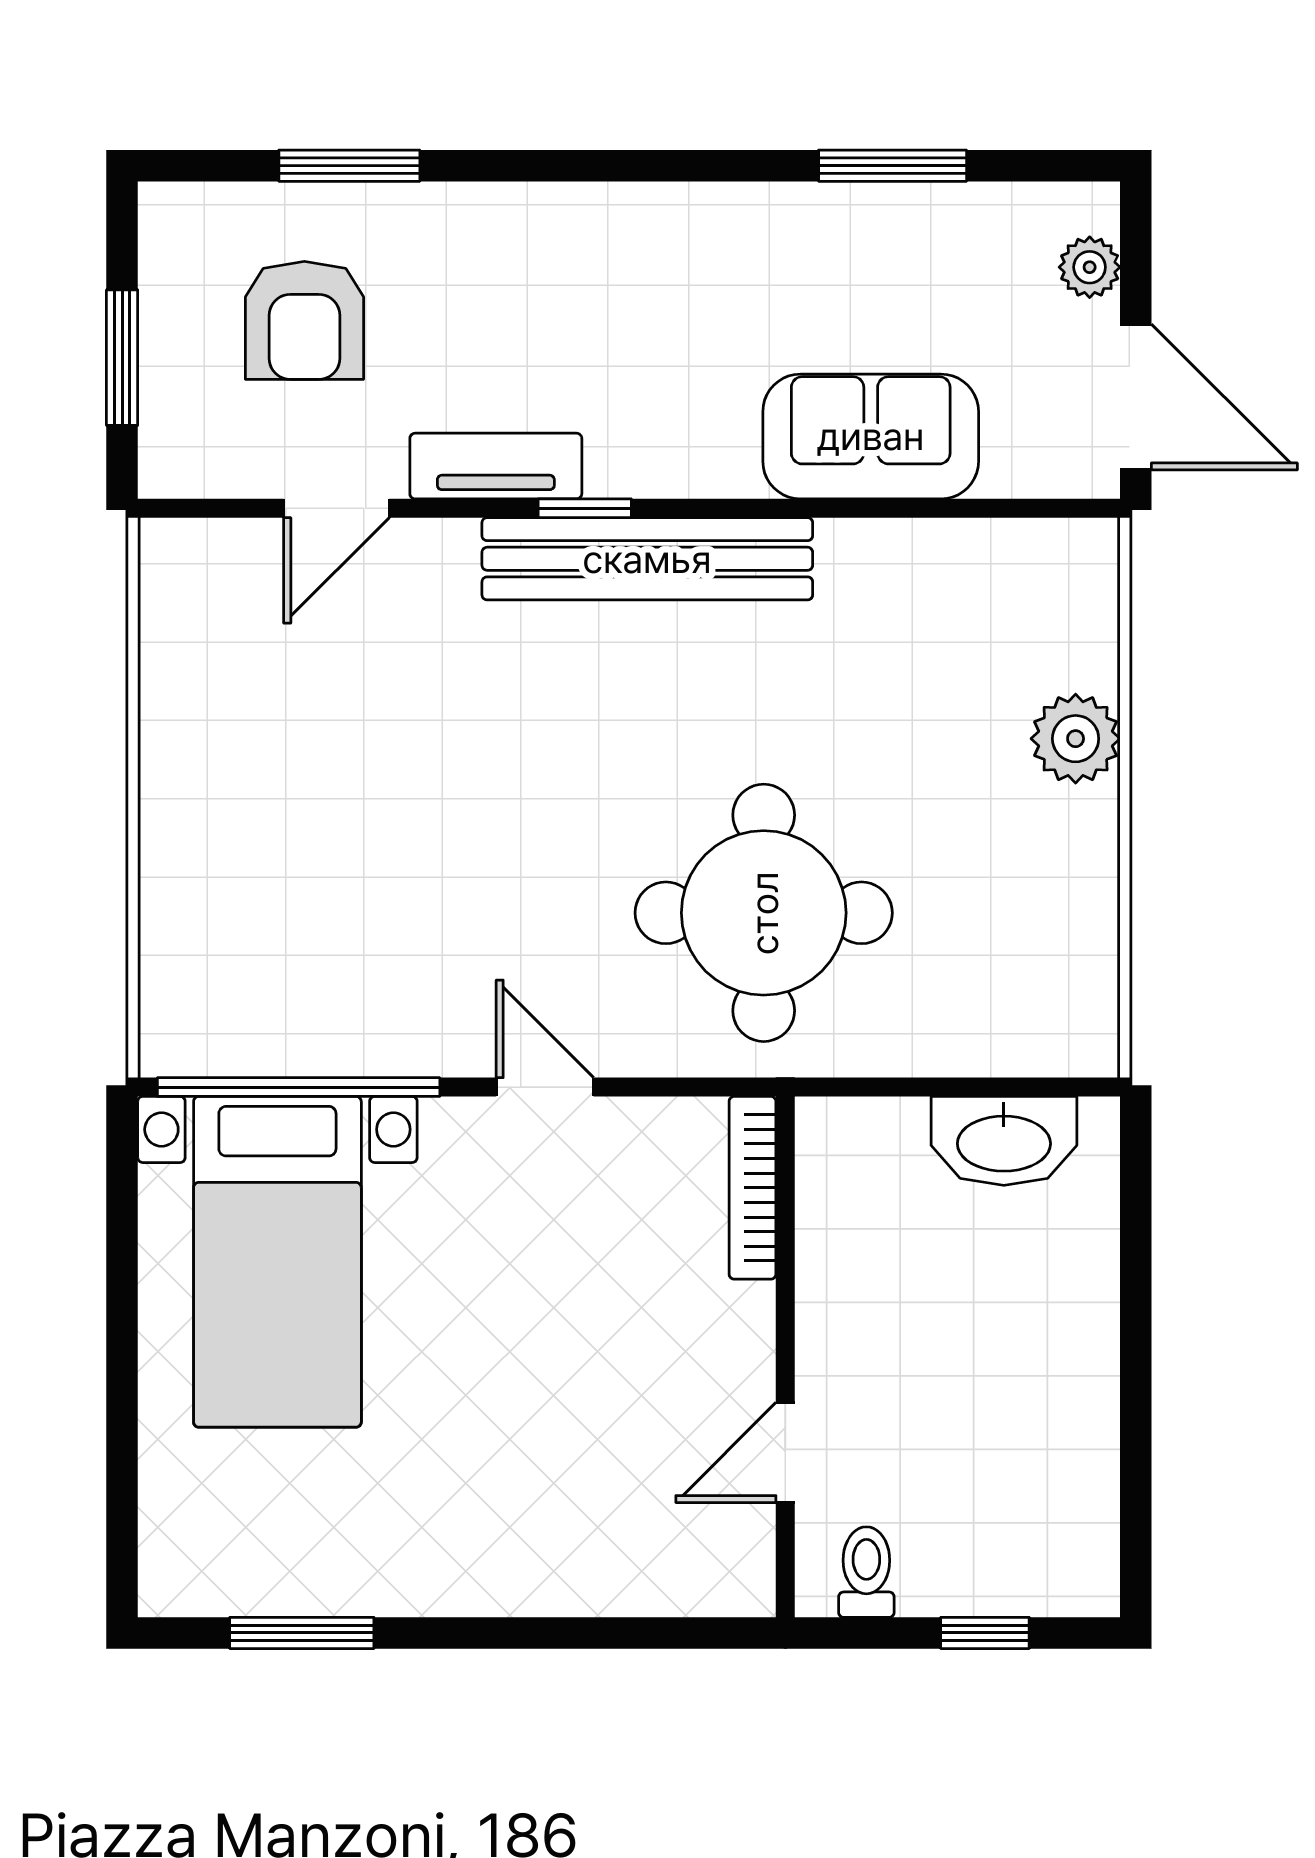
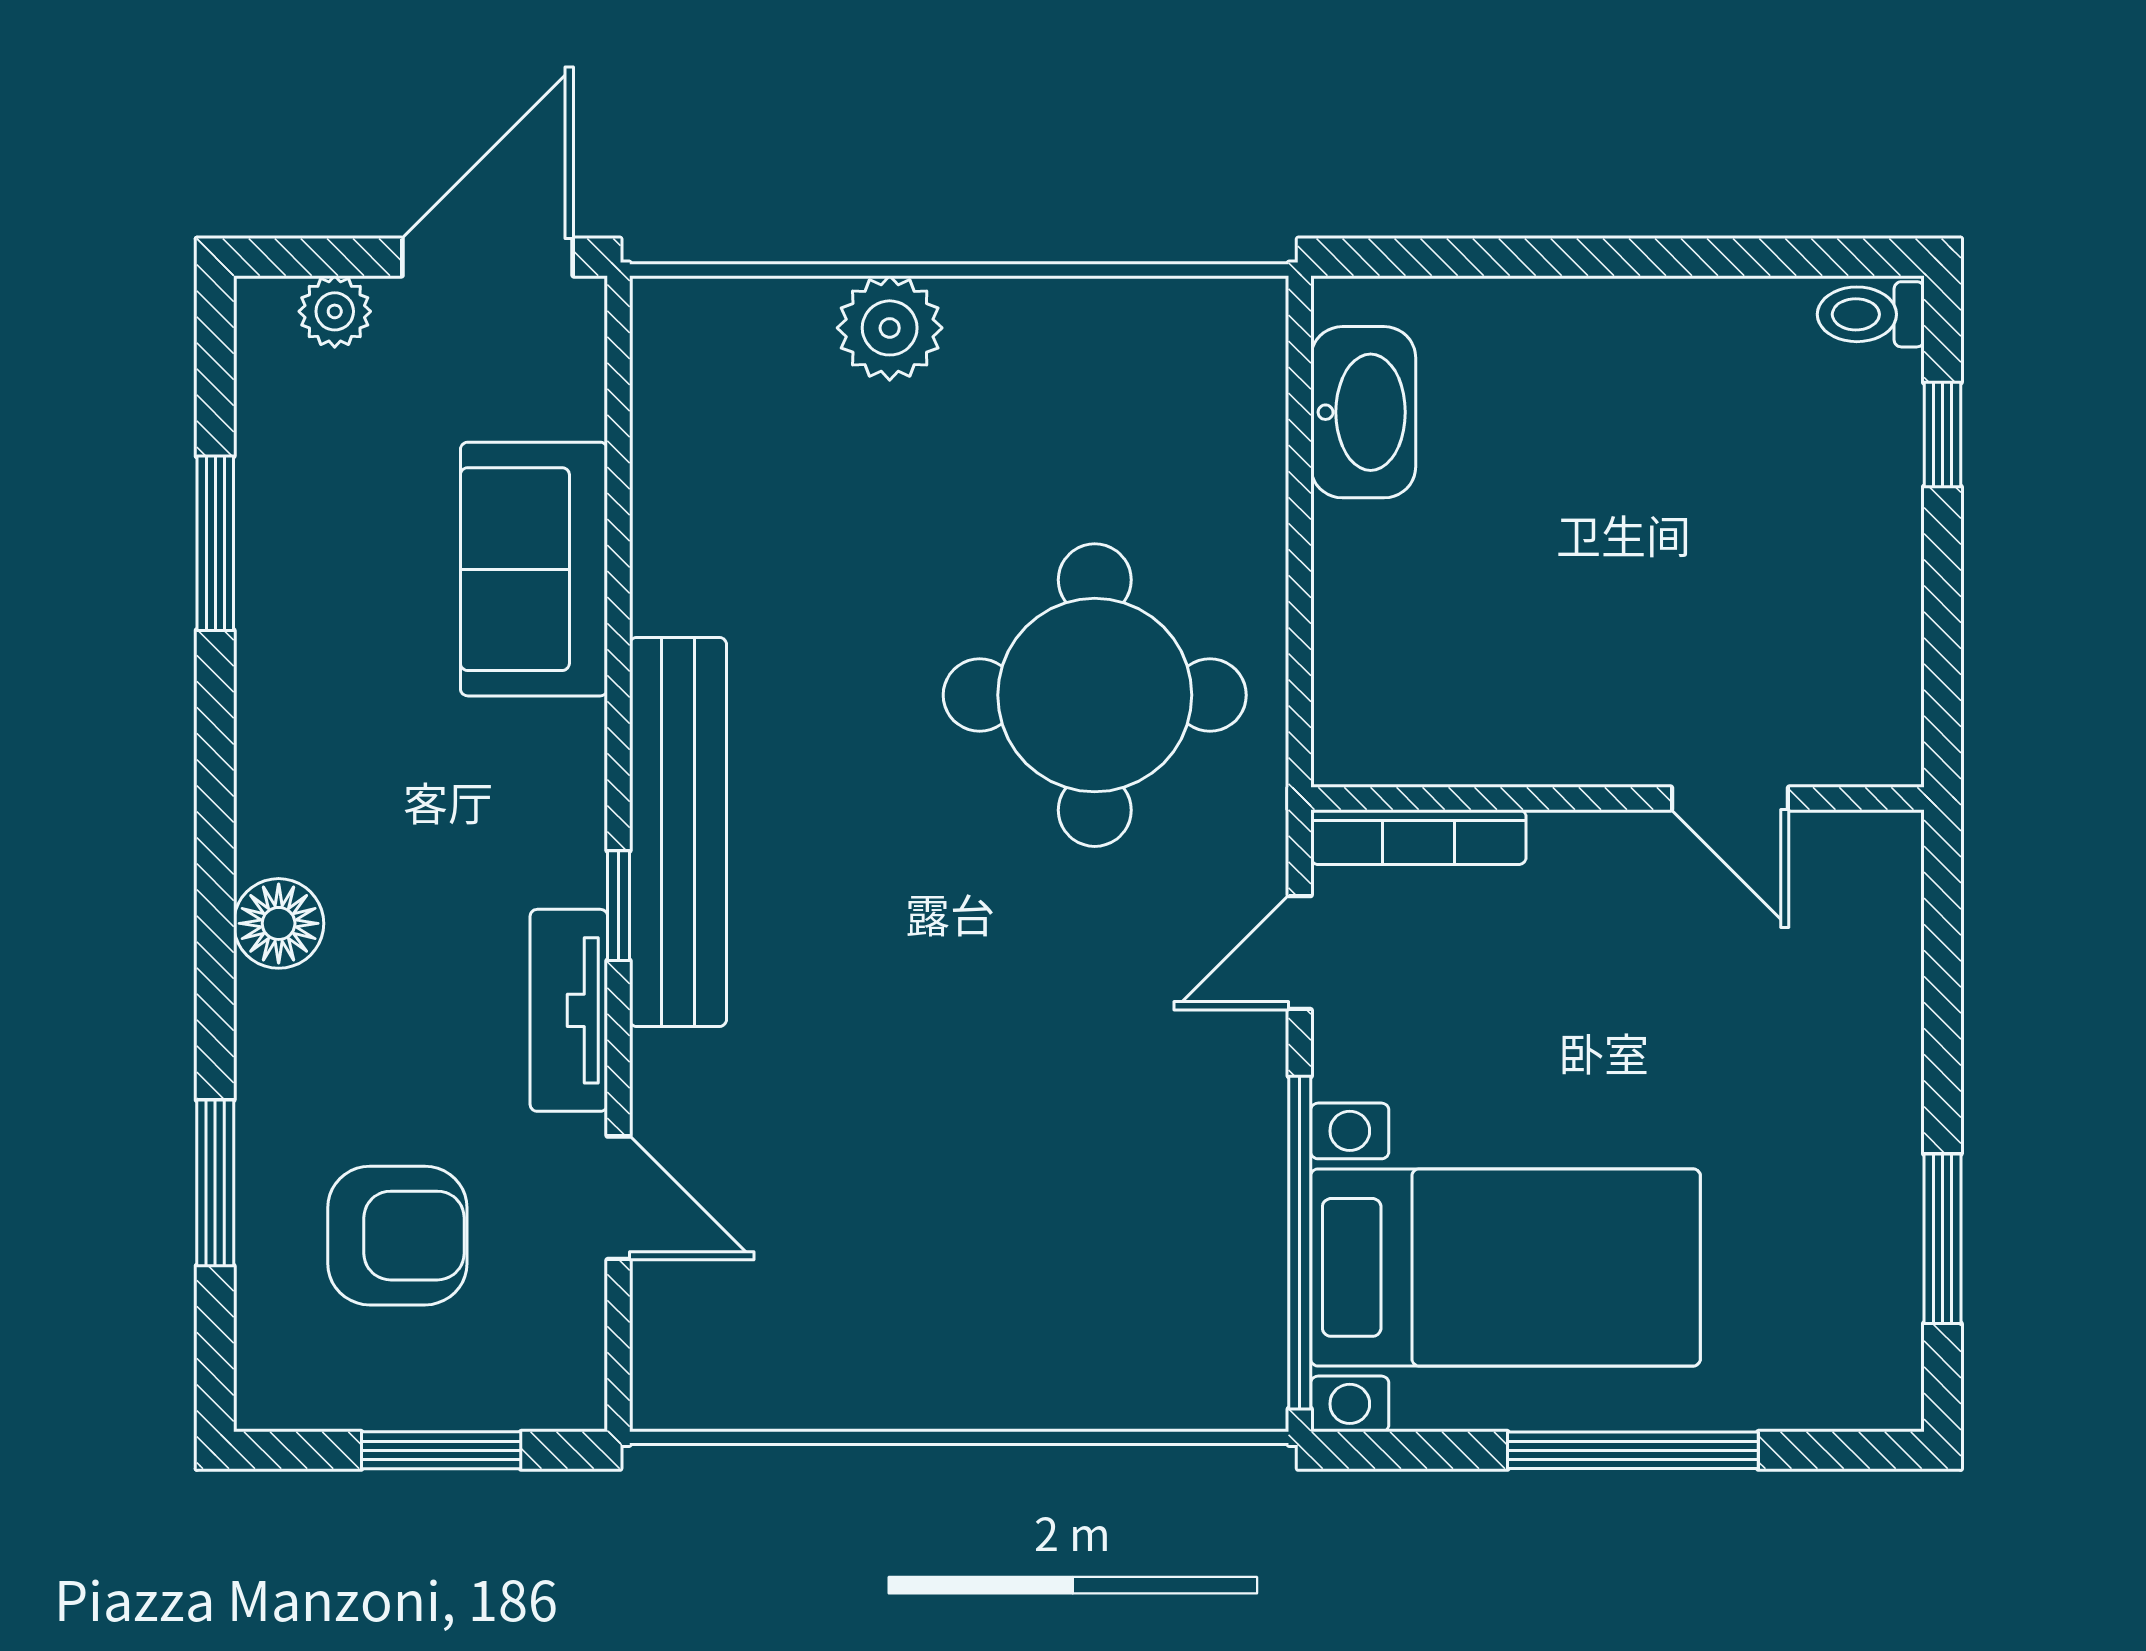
floor lamp: (570, 220) -> (279, 923), added
bookcase: (753, 1188) -> (1418, 837), moved
wall: (785, 1357) -> (1617, 798), moved
window: (122, 1370) -> (1633, 1450), added
door: (785, 1453) -> (1730, 798), moved
toilet: (866, 1572) -> (1871, 314), moved

